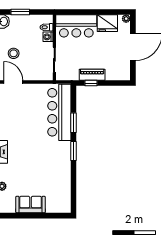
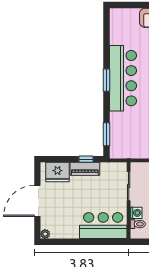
fridge: (107, 23) -> (57, 172), moved, turned 180
bar counter: (59, 112) -> (123, 78), moved
window: (73, 123) -> (106, 134), moved

